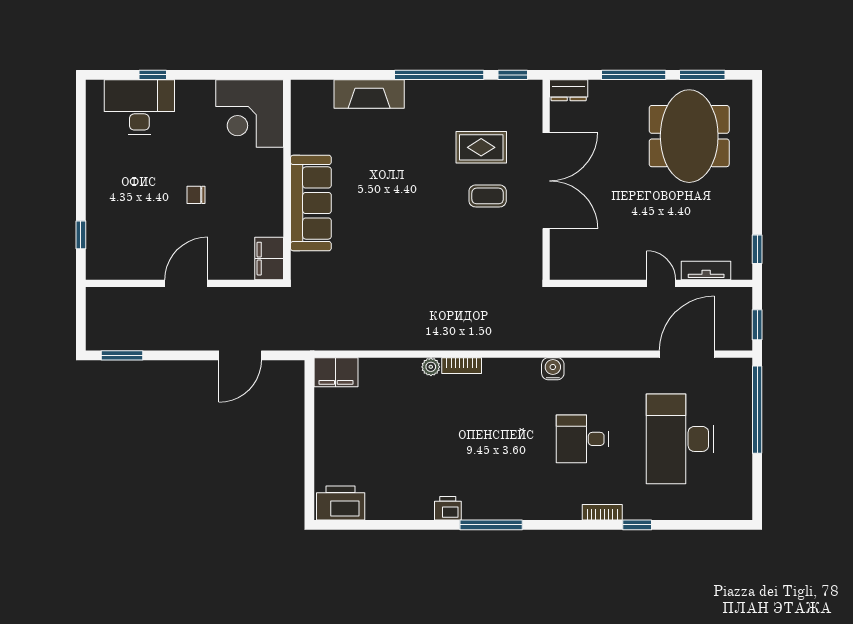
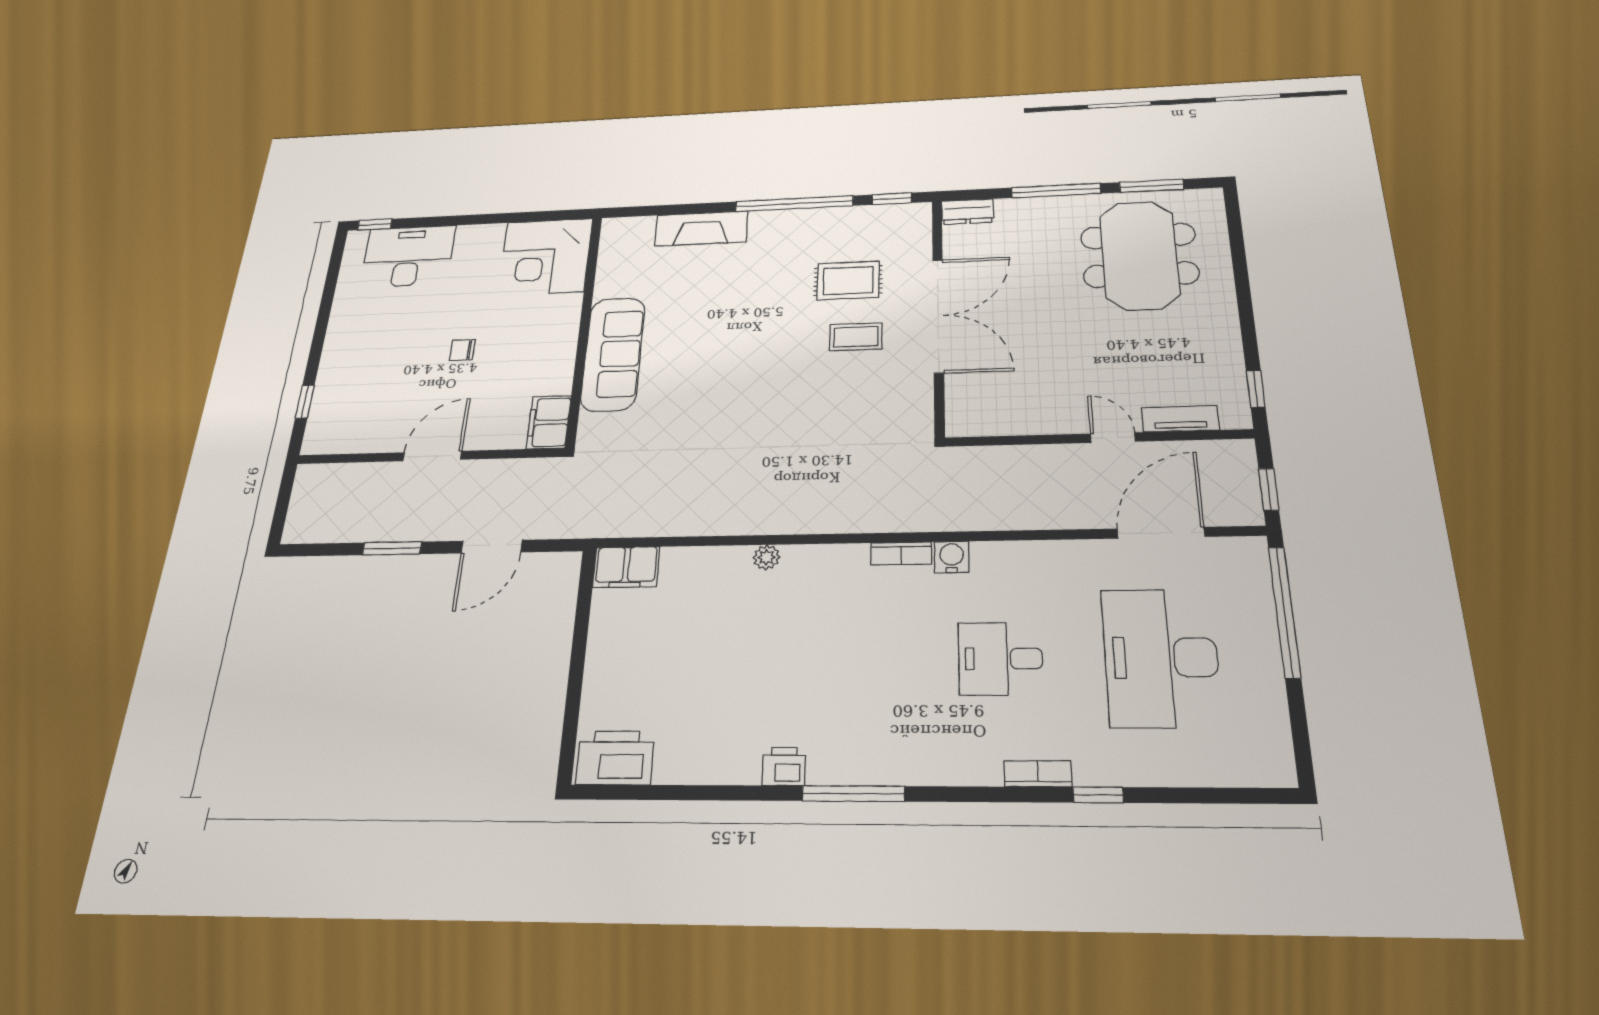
window: (153, 75) -> (375, 224), moved
window: (122, 355) -> (392, 548), moved
bookcase: (462, 366) -> (901, 553), moved

